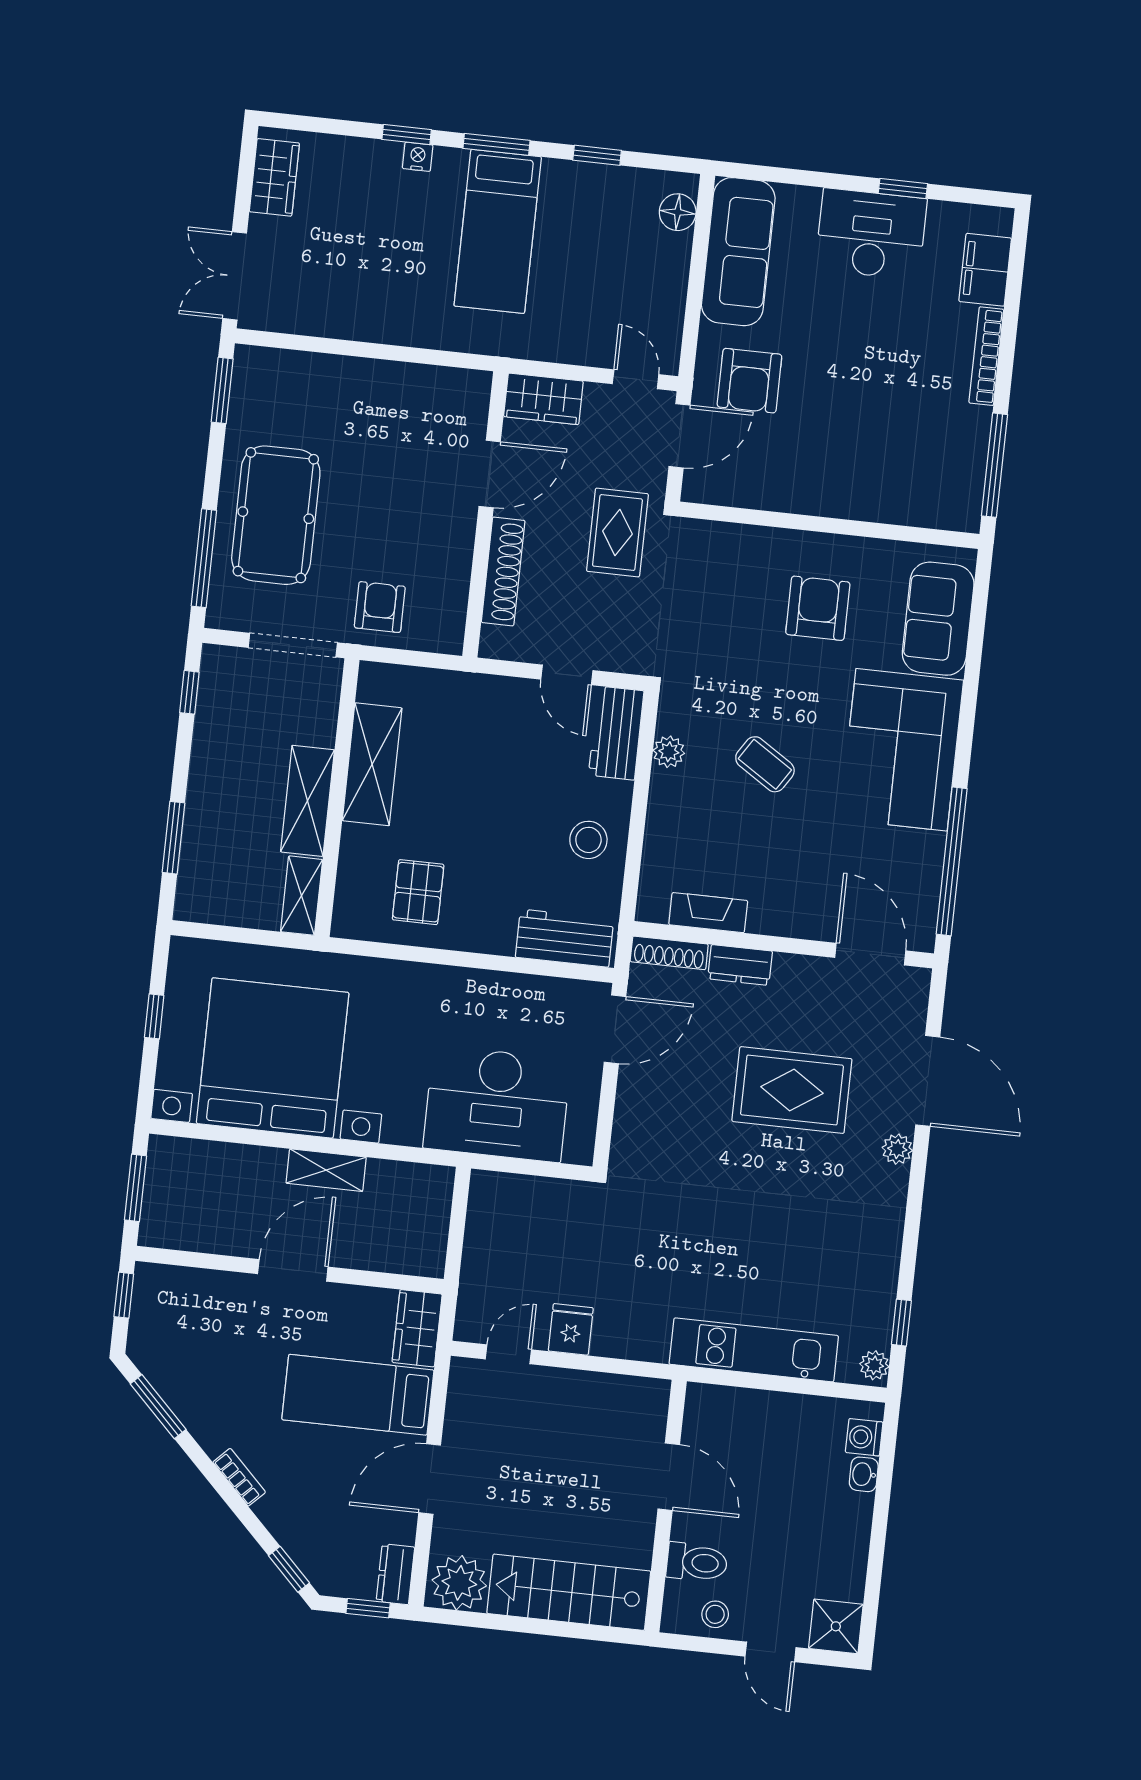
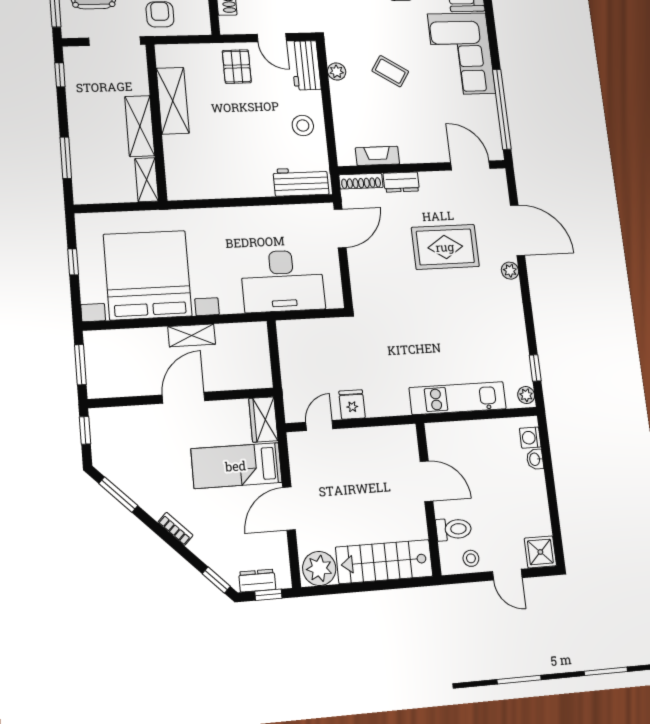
pallet: (418, 892) -> (237, 67), moved
dresser: (395, 1574) -> (257, 581), moved, turned 90

